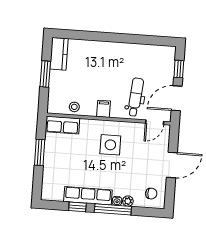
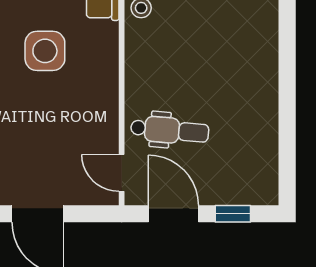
filing cabinet: (103, 109) -> (141, 67), removed
side table: (110, 145) -> (45, 51), moved

